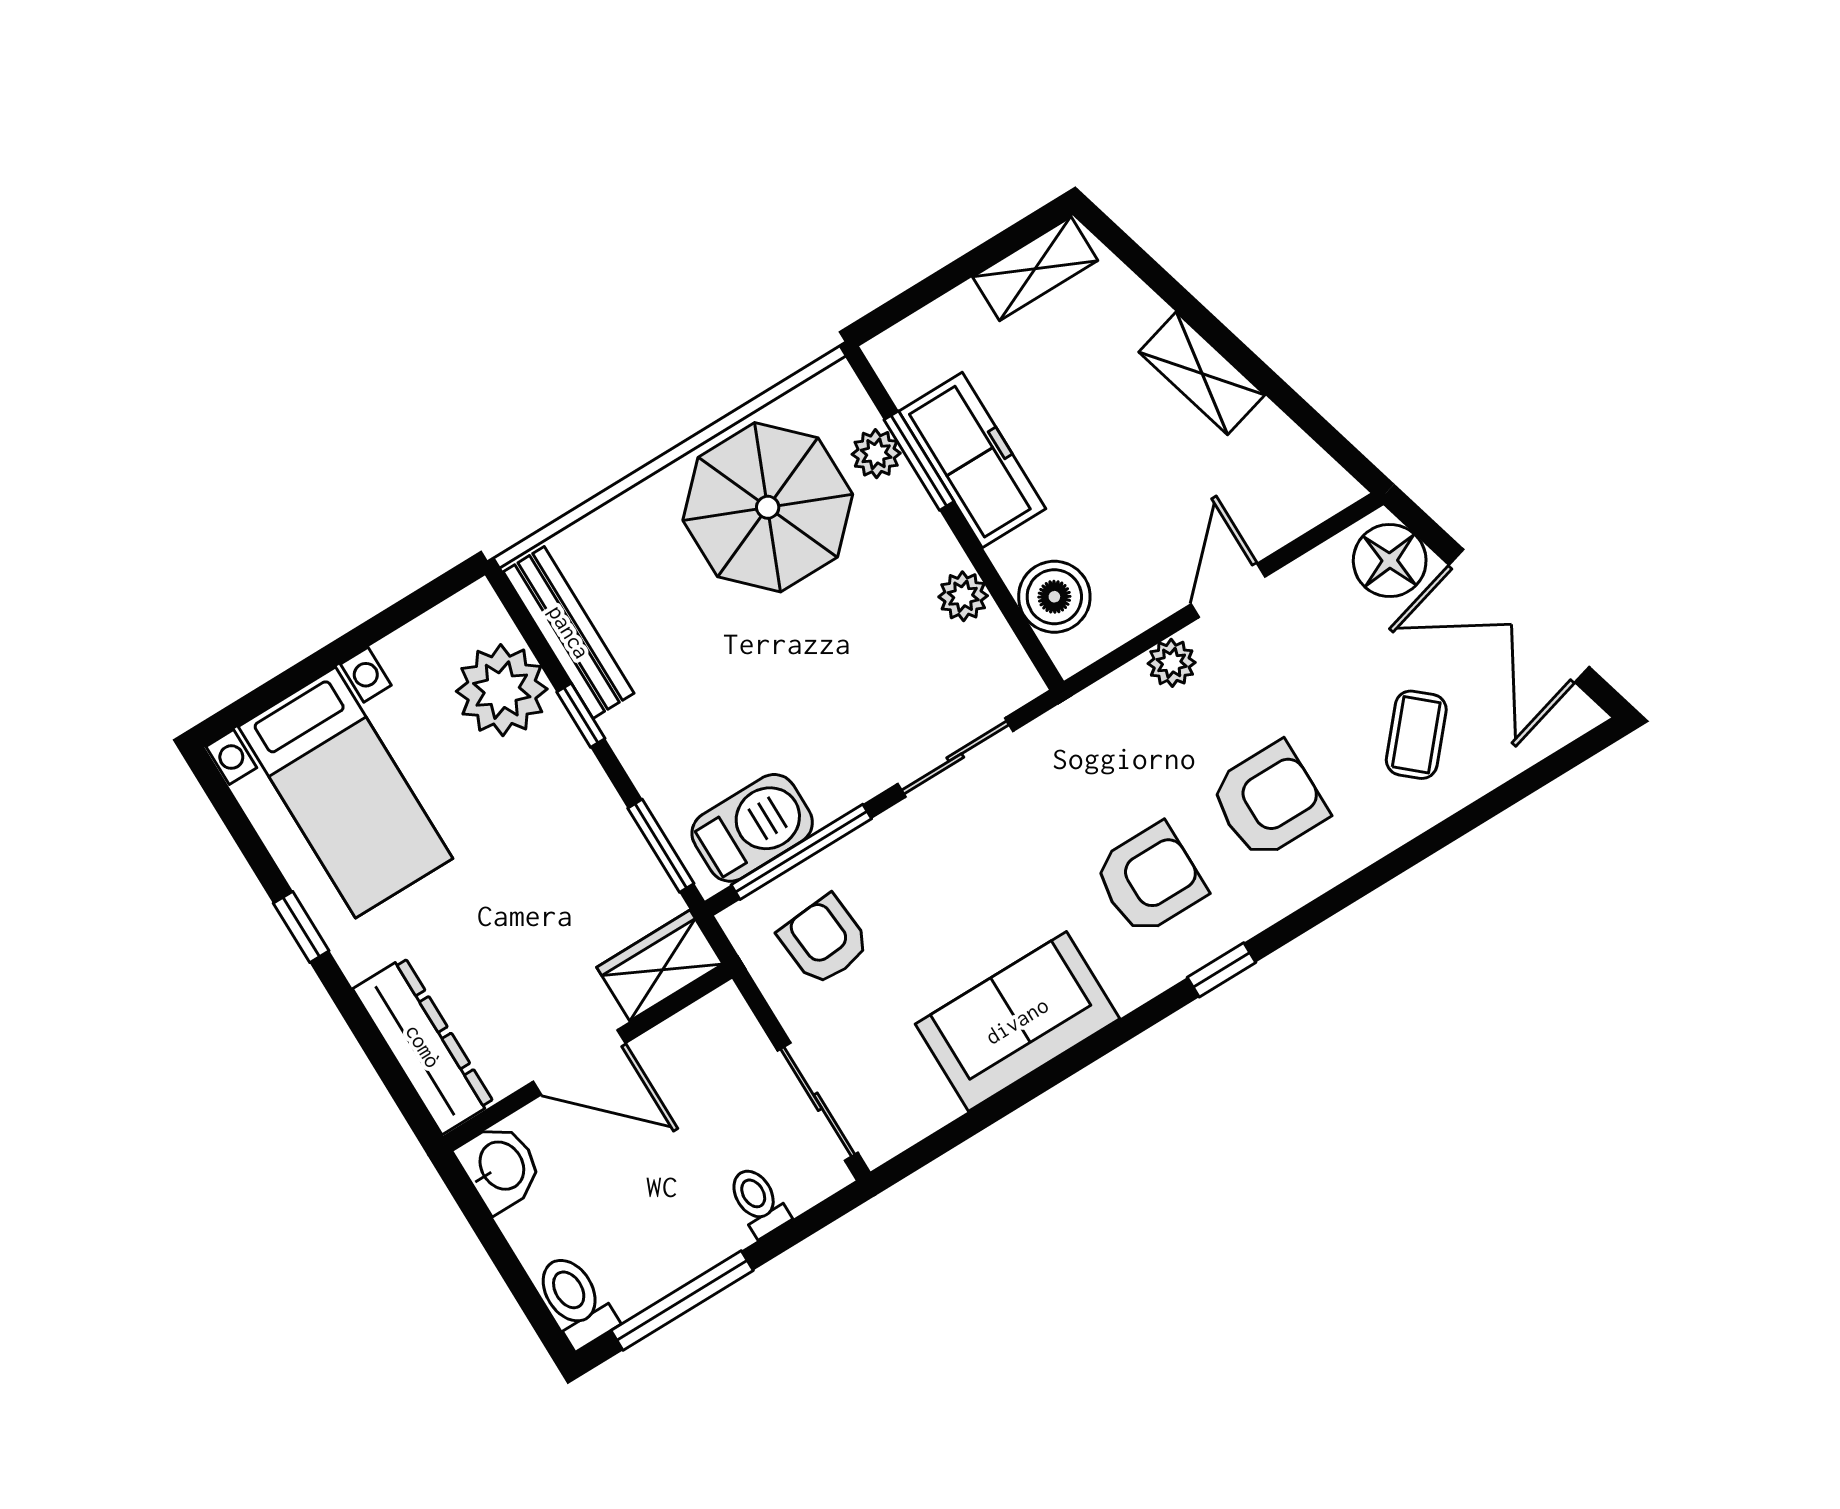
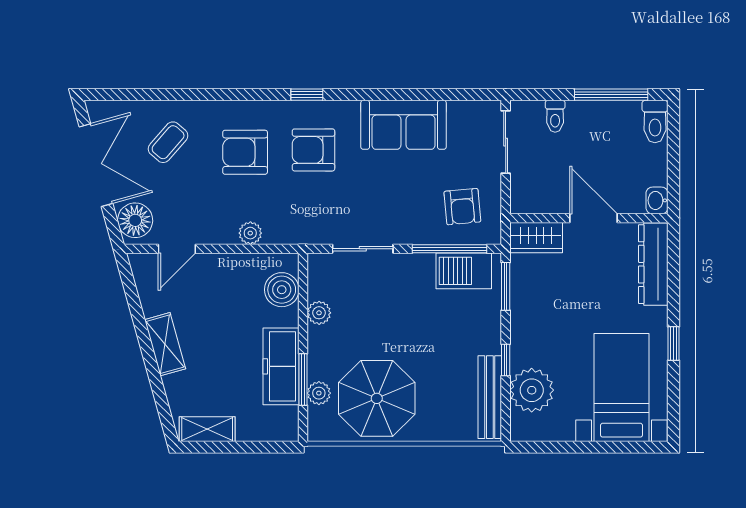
door: (1228, 590) -> (177, 249), moved
washbasin: (500, 1167) -> (657, 200), width x0.72, depth x0.69

